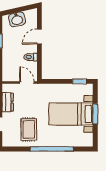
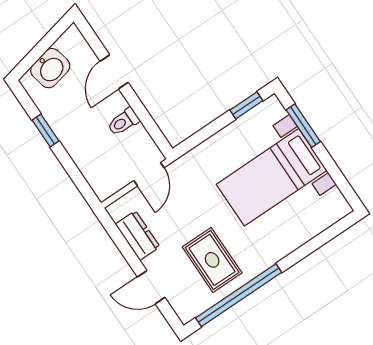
door: (27, 83) -> (149, 174), swing flipped
window: (95, 114) -> (303, 126), moved
window: (52, 149) -> (239, 295), moved

